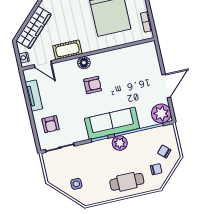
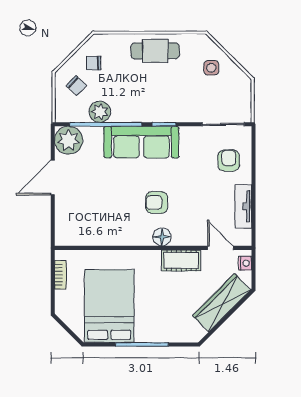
plant: (120, 143) -> (100, 112), moved
cafe table: (127, 182) -> (155, 51), moved

